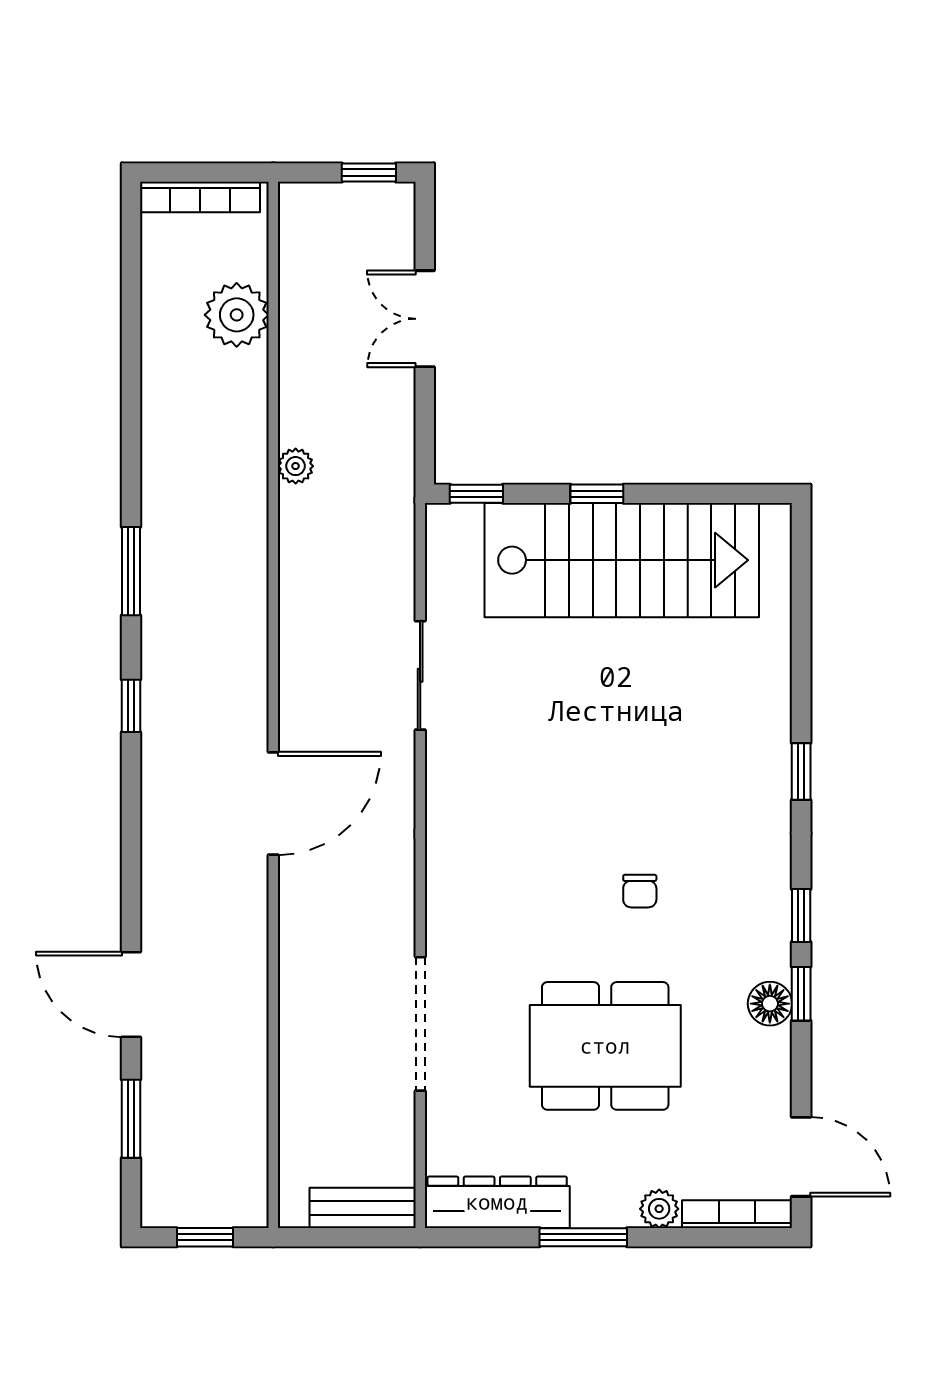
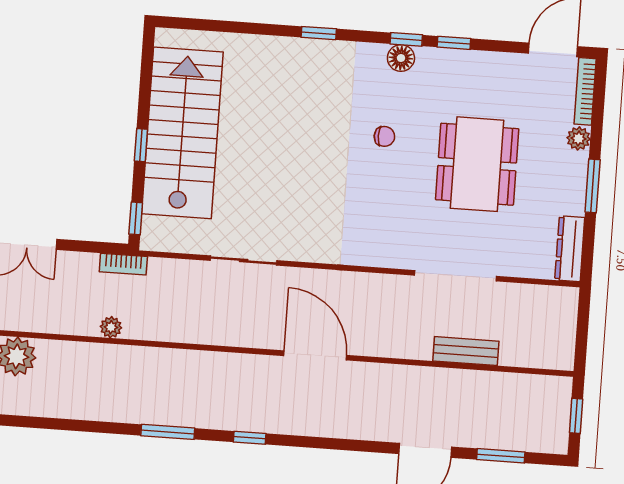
bookcase: (400, 479) -> (123, 264), added
floor lamp: (770, 1004) -> (401, 58), moved
dresser: (497, 1202) -> (570, 249), width x0.73, depth x0.80
bench: (363, 1208) -> (466, 351), moved, turned 90

